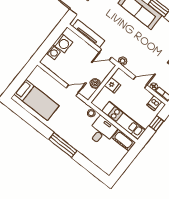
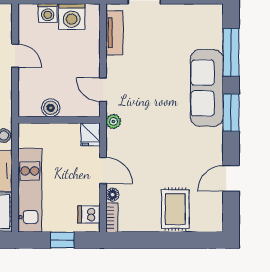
tv unit: (89, 34) -> (114, 33), width x0.71
fridge: (112, 85) -> (90, 134), moved
door: (72, 90) -> (15, 56), moved

